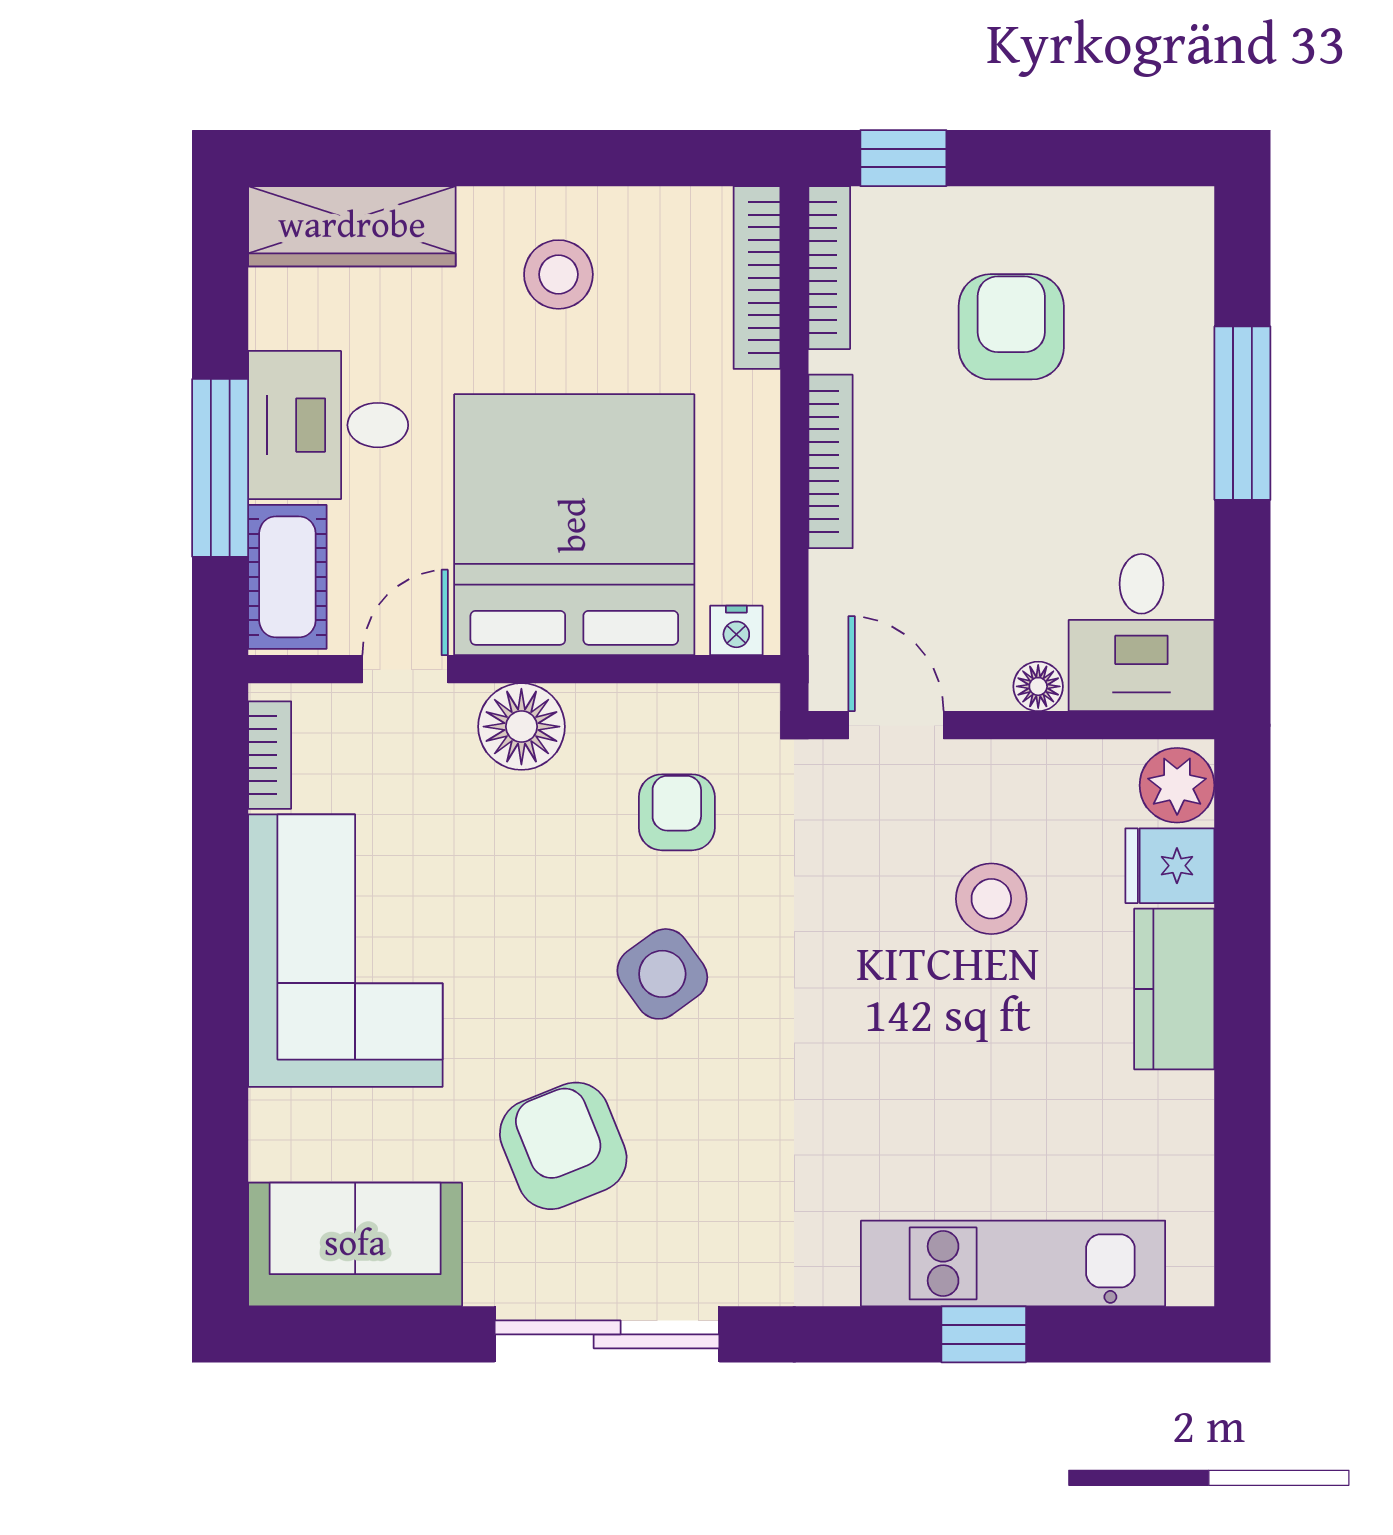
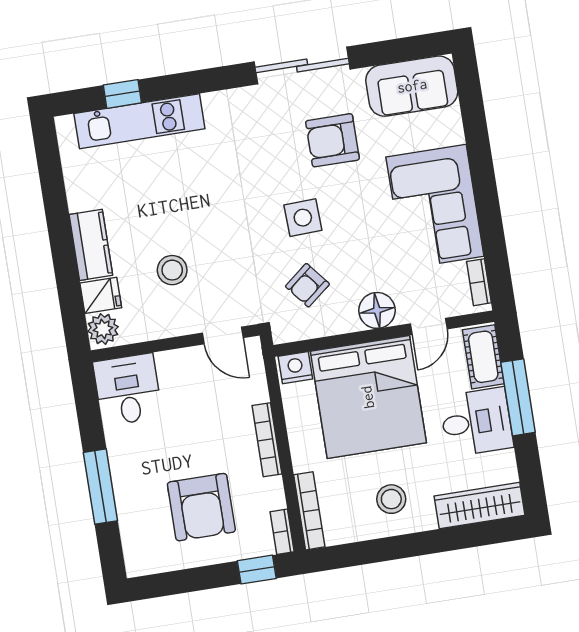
bookcase: (829, 268) -> (282, 532), width x0.64
armchair: (1011, 327) -> (201, 507), width x1.36, depth x1.36
nightstand: (736, 630) -> (295, 368), width x1.39, depth x1.35
floor lamp: (1038, 686) -> (167, 361), removed
armchair: (677, 812) -> (307, 285), turned 51
side table: (662, 974) -> (303, 218), turned 34
armchair: (563, 1146) -> (332, 140), turned 112
window: (984, 1334) -> (122, 94), moved

